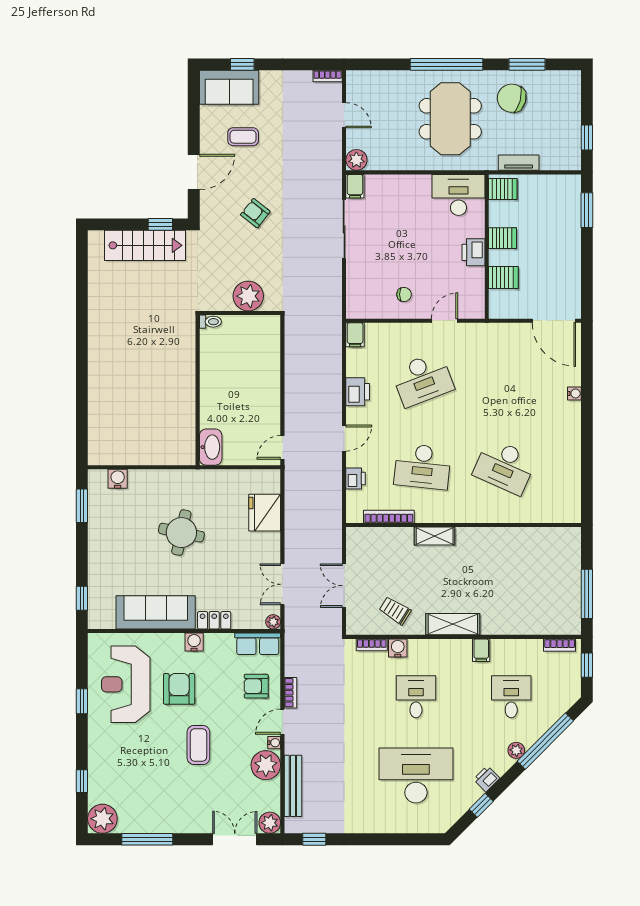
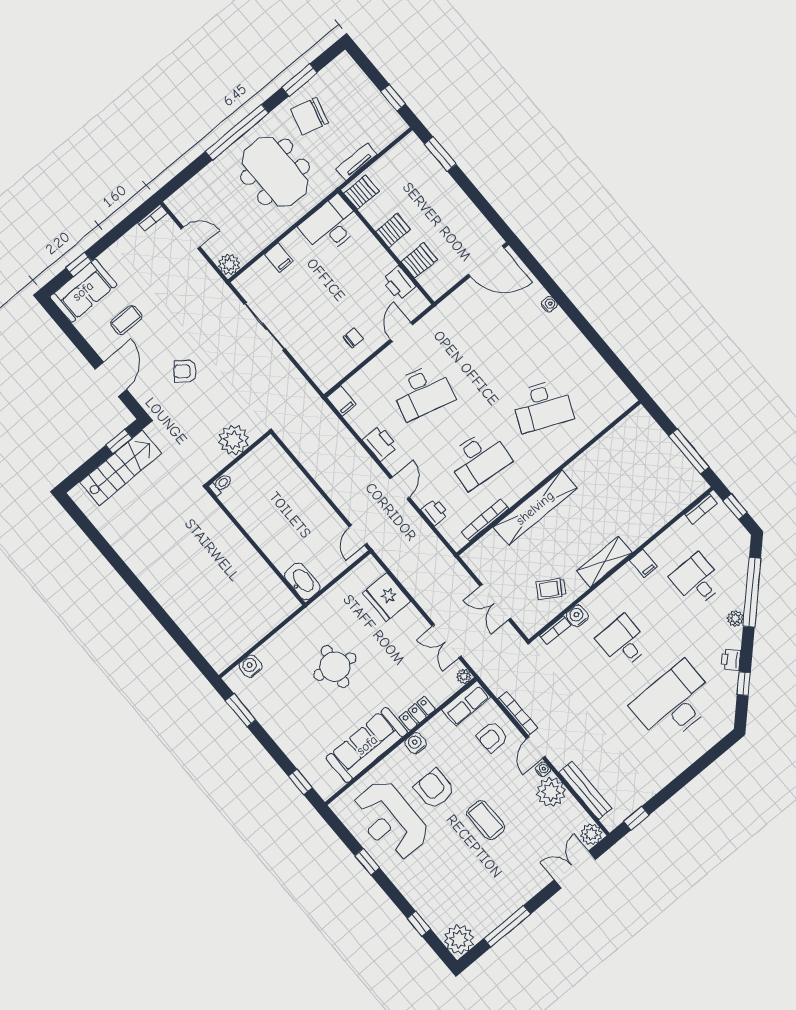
filing cabinet: (355, 186) -> (279, 257), moved
printer: (473, 252) -> (399, 283), moved
desk: (423, 379) -> (422, 392), turned 36
shelving: (435, 536) -> (535, 508), width x2.20, depth x1.33
bookcase: (290, 693) -> (518, 713), width x1.56

